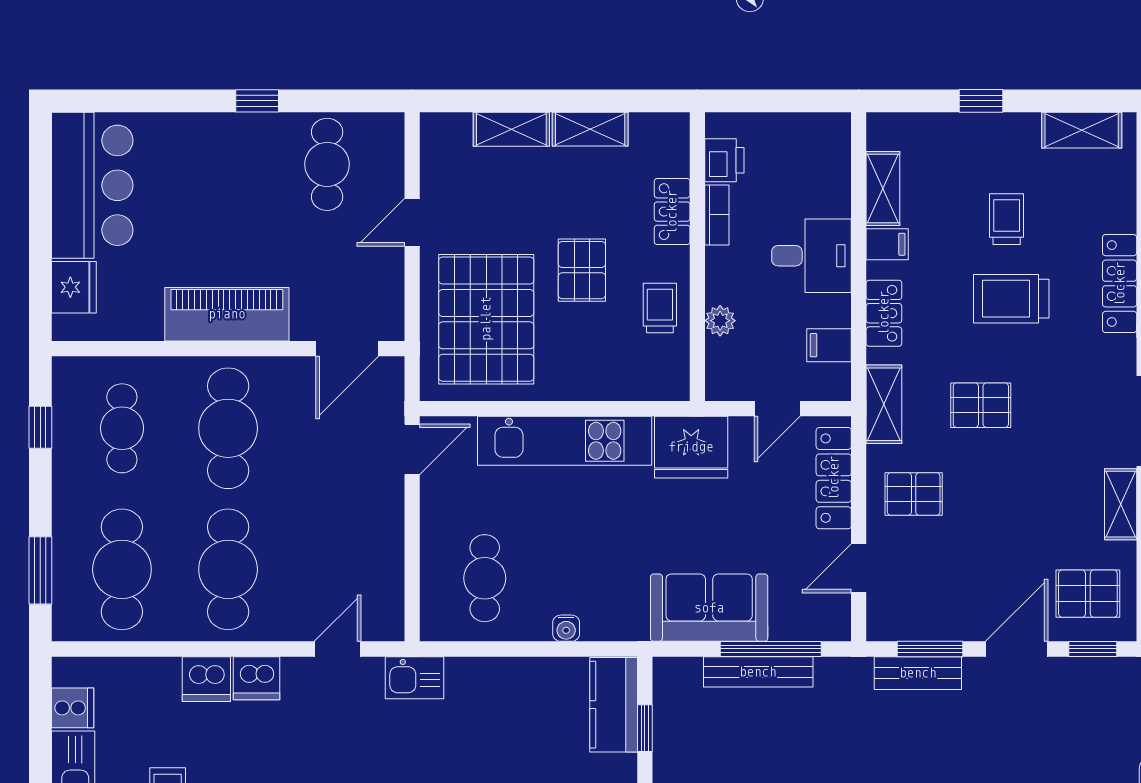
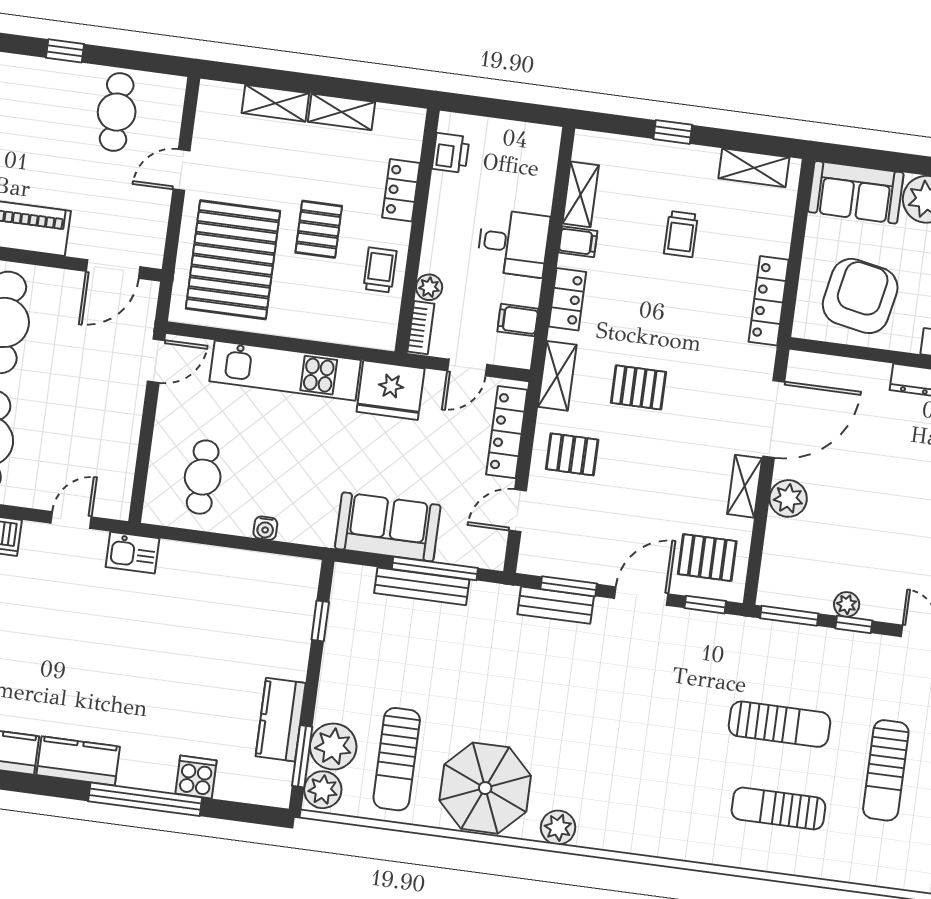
bookcase: (717, 215) -> (421, 328), moved
trolley: (1007, 219) -> (681, 234), turned 180
trolley: (1011, 299) -> (676, 301), removed
kitchen counter: (614, 705) -> (297, 598), removed

